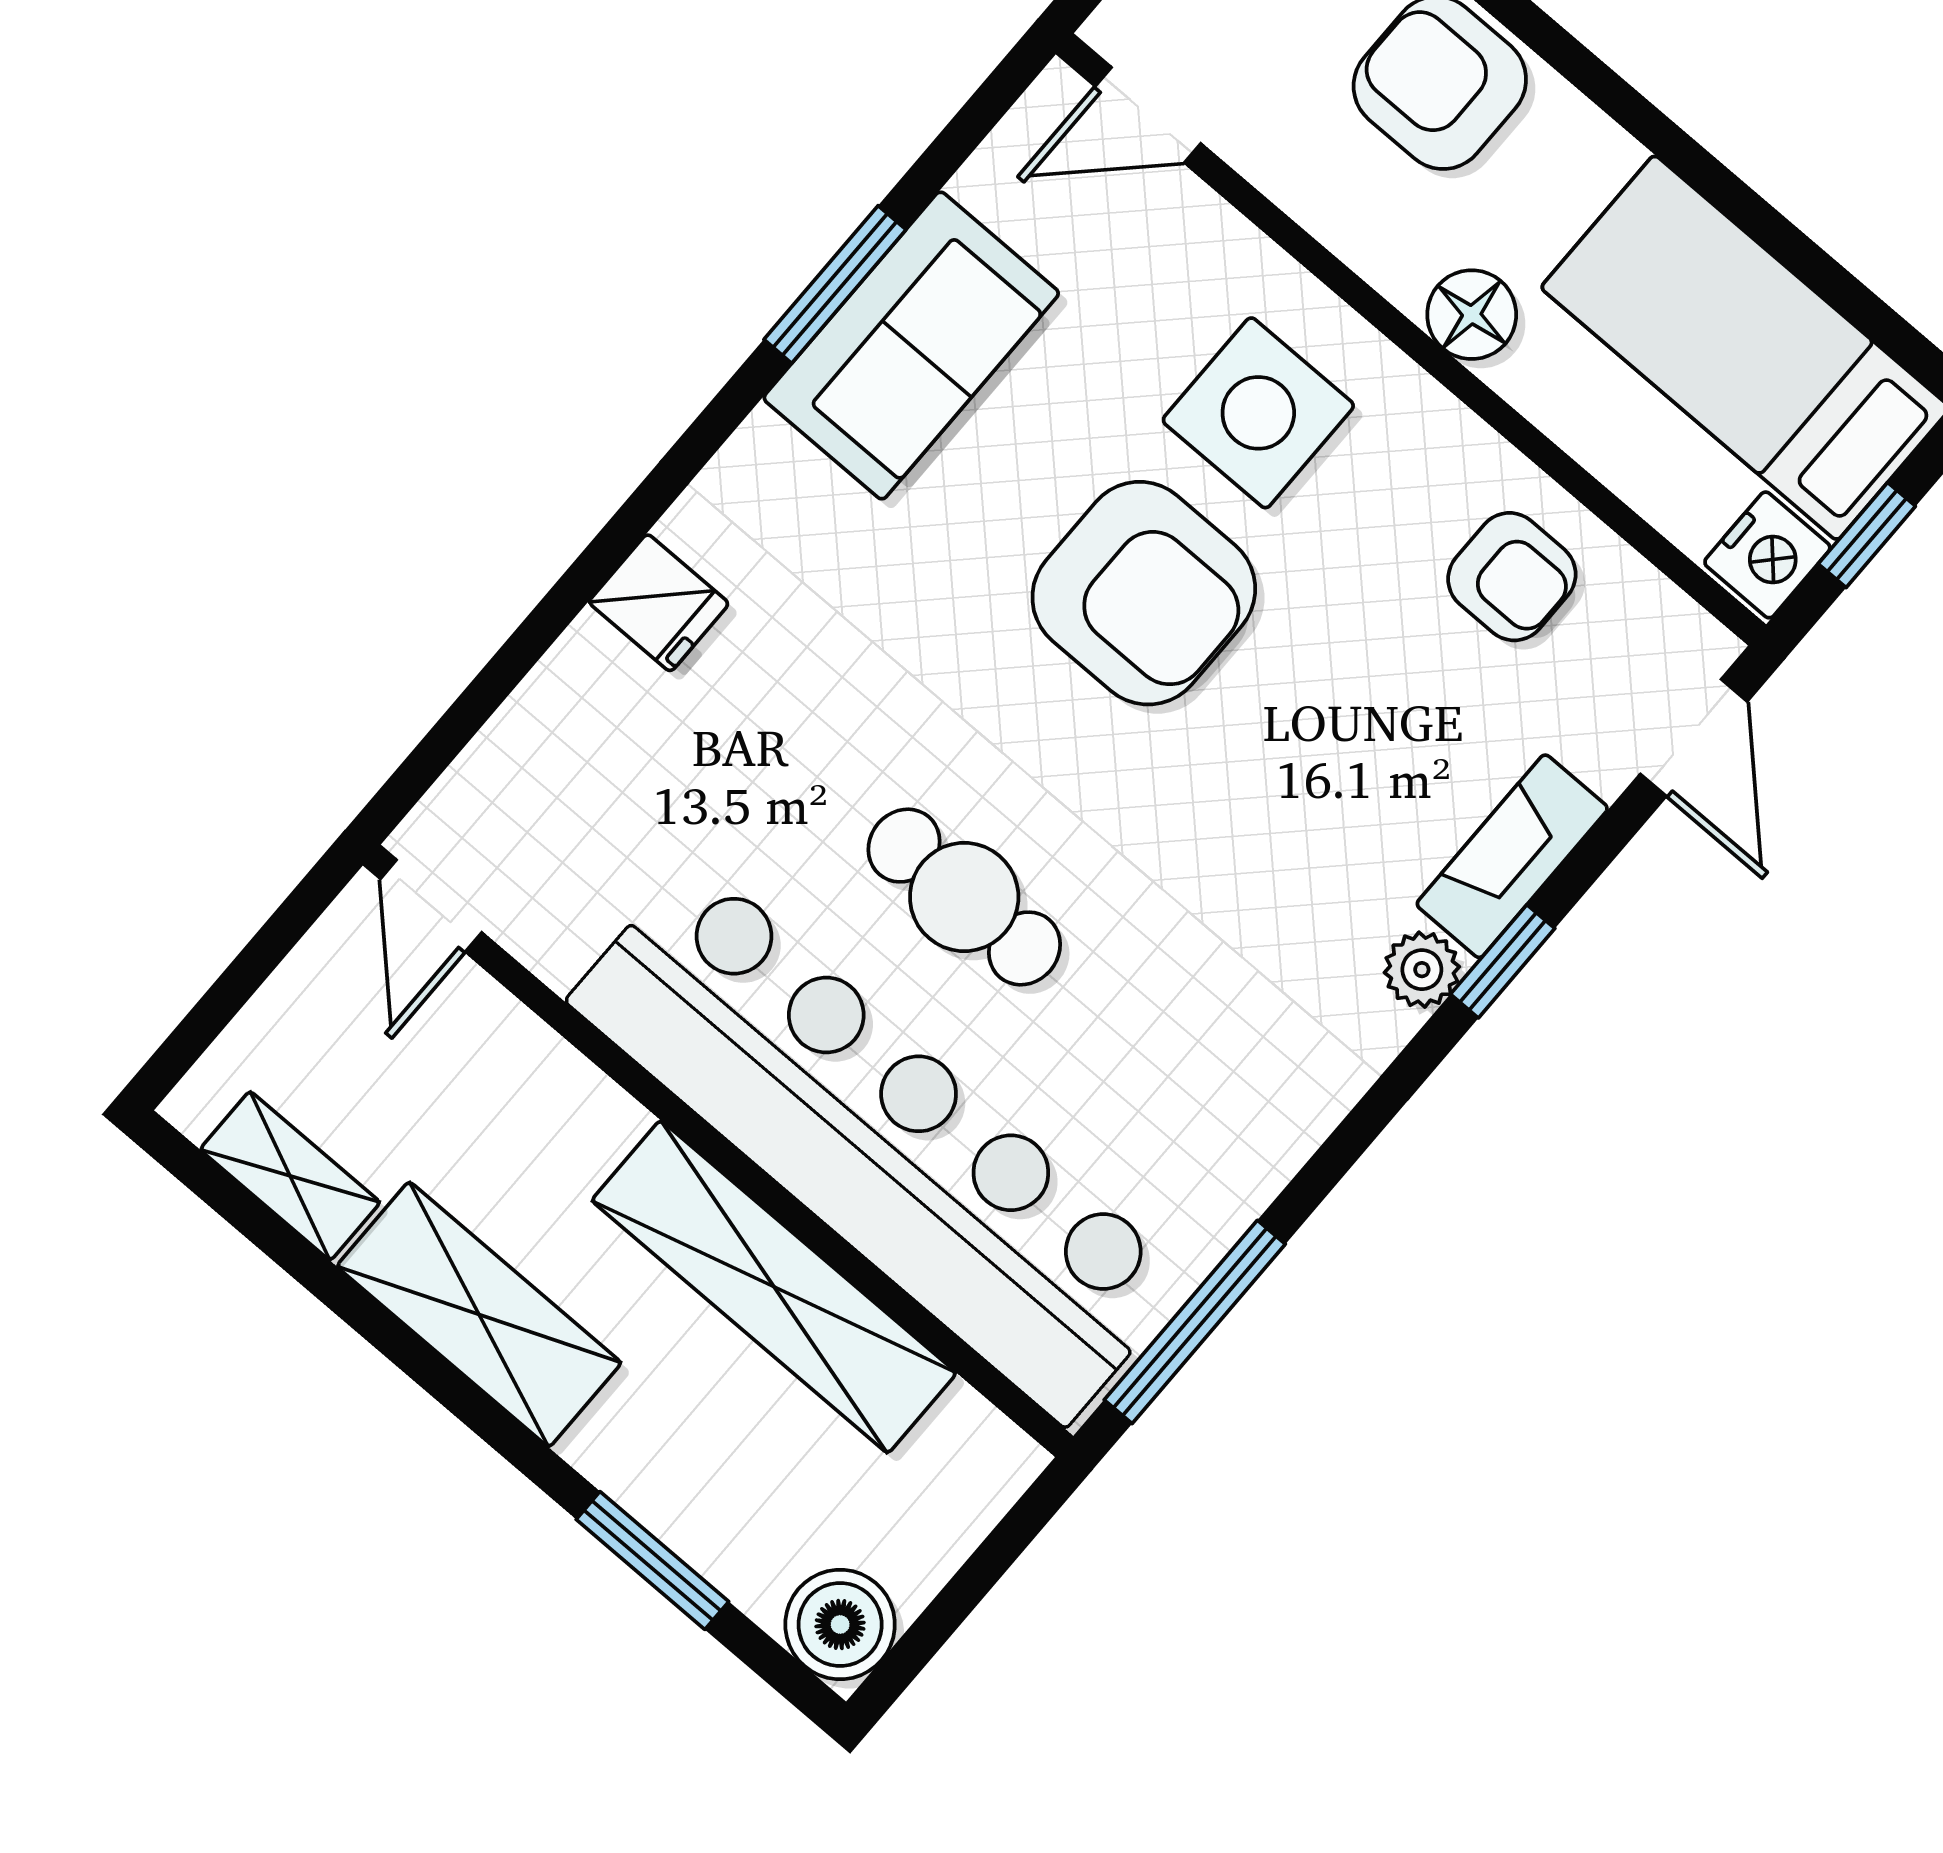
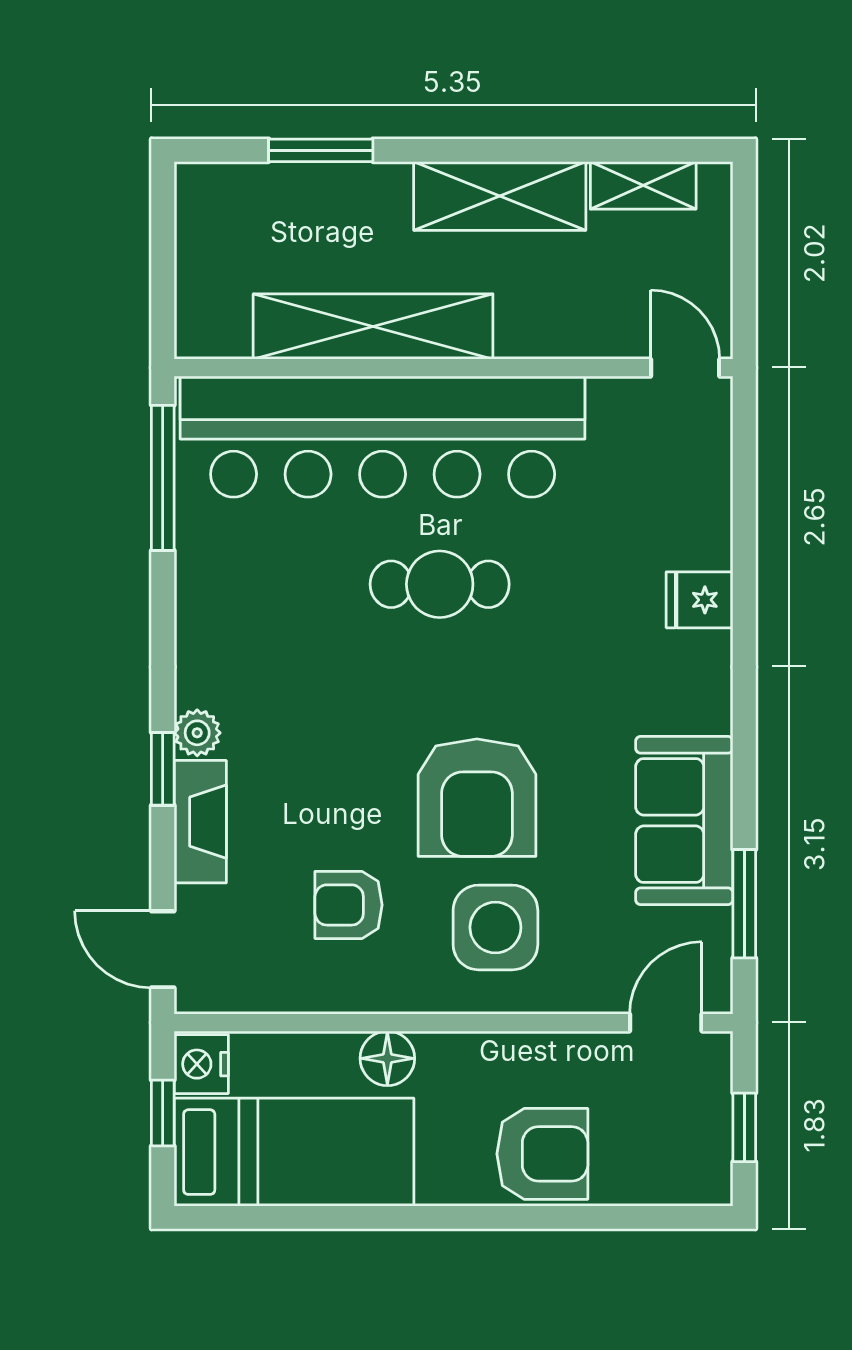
window: (835, 284) -> (744, 904), moved
floor lamp: (1472, 315) -> (387, 1058), moved
armchair: (1512, 577) -> (349, 905), moved
armchair: (1144, 593) -> (477, 798), turned -90
boiler: (840, 1625) -> (208, 195), removed

